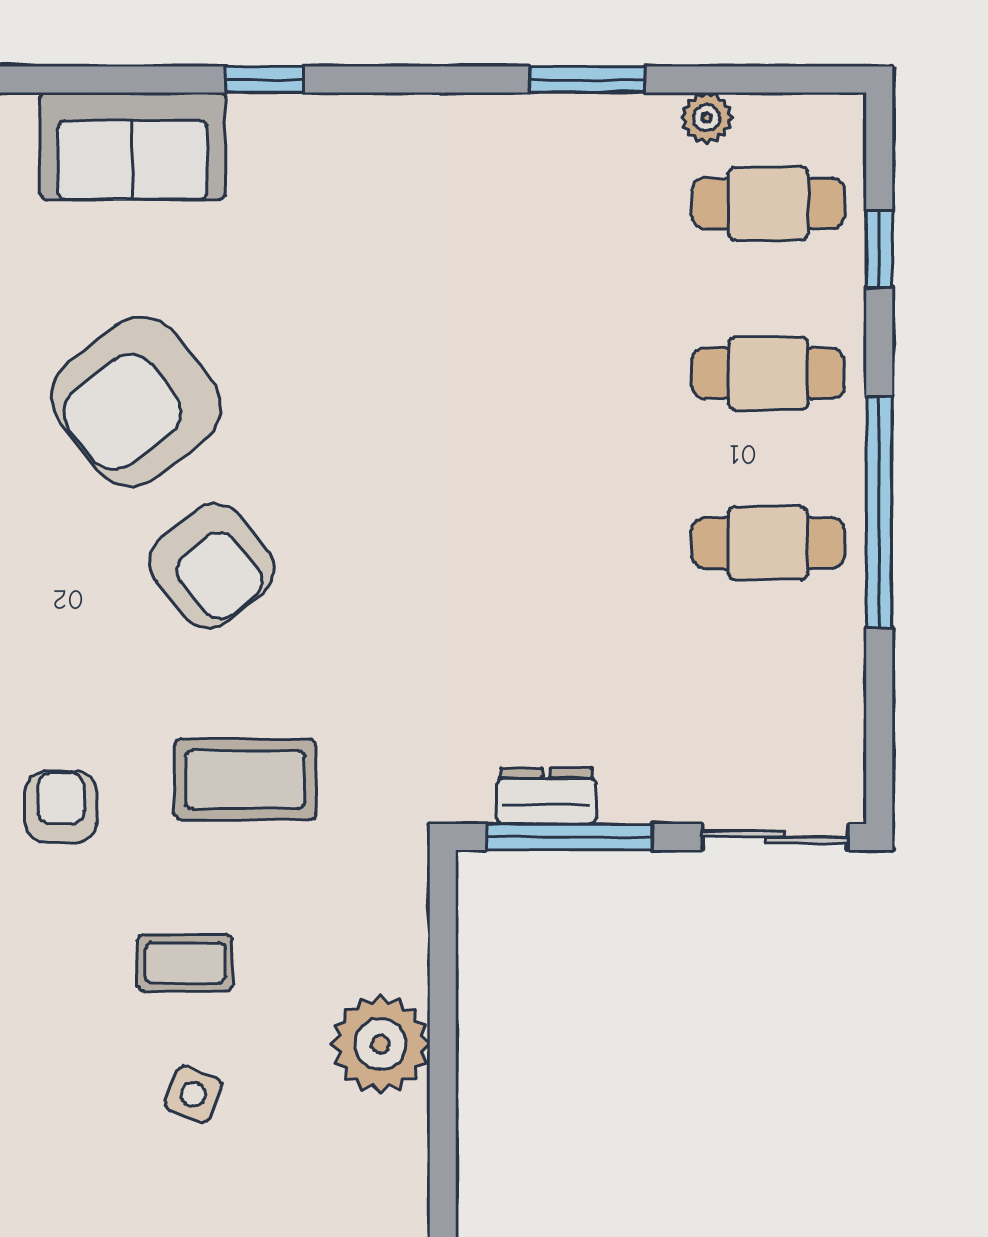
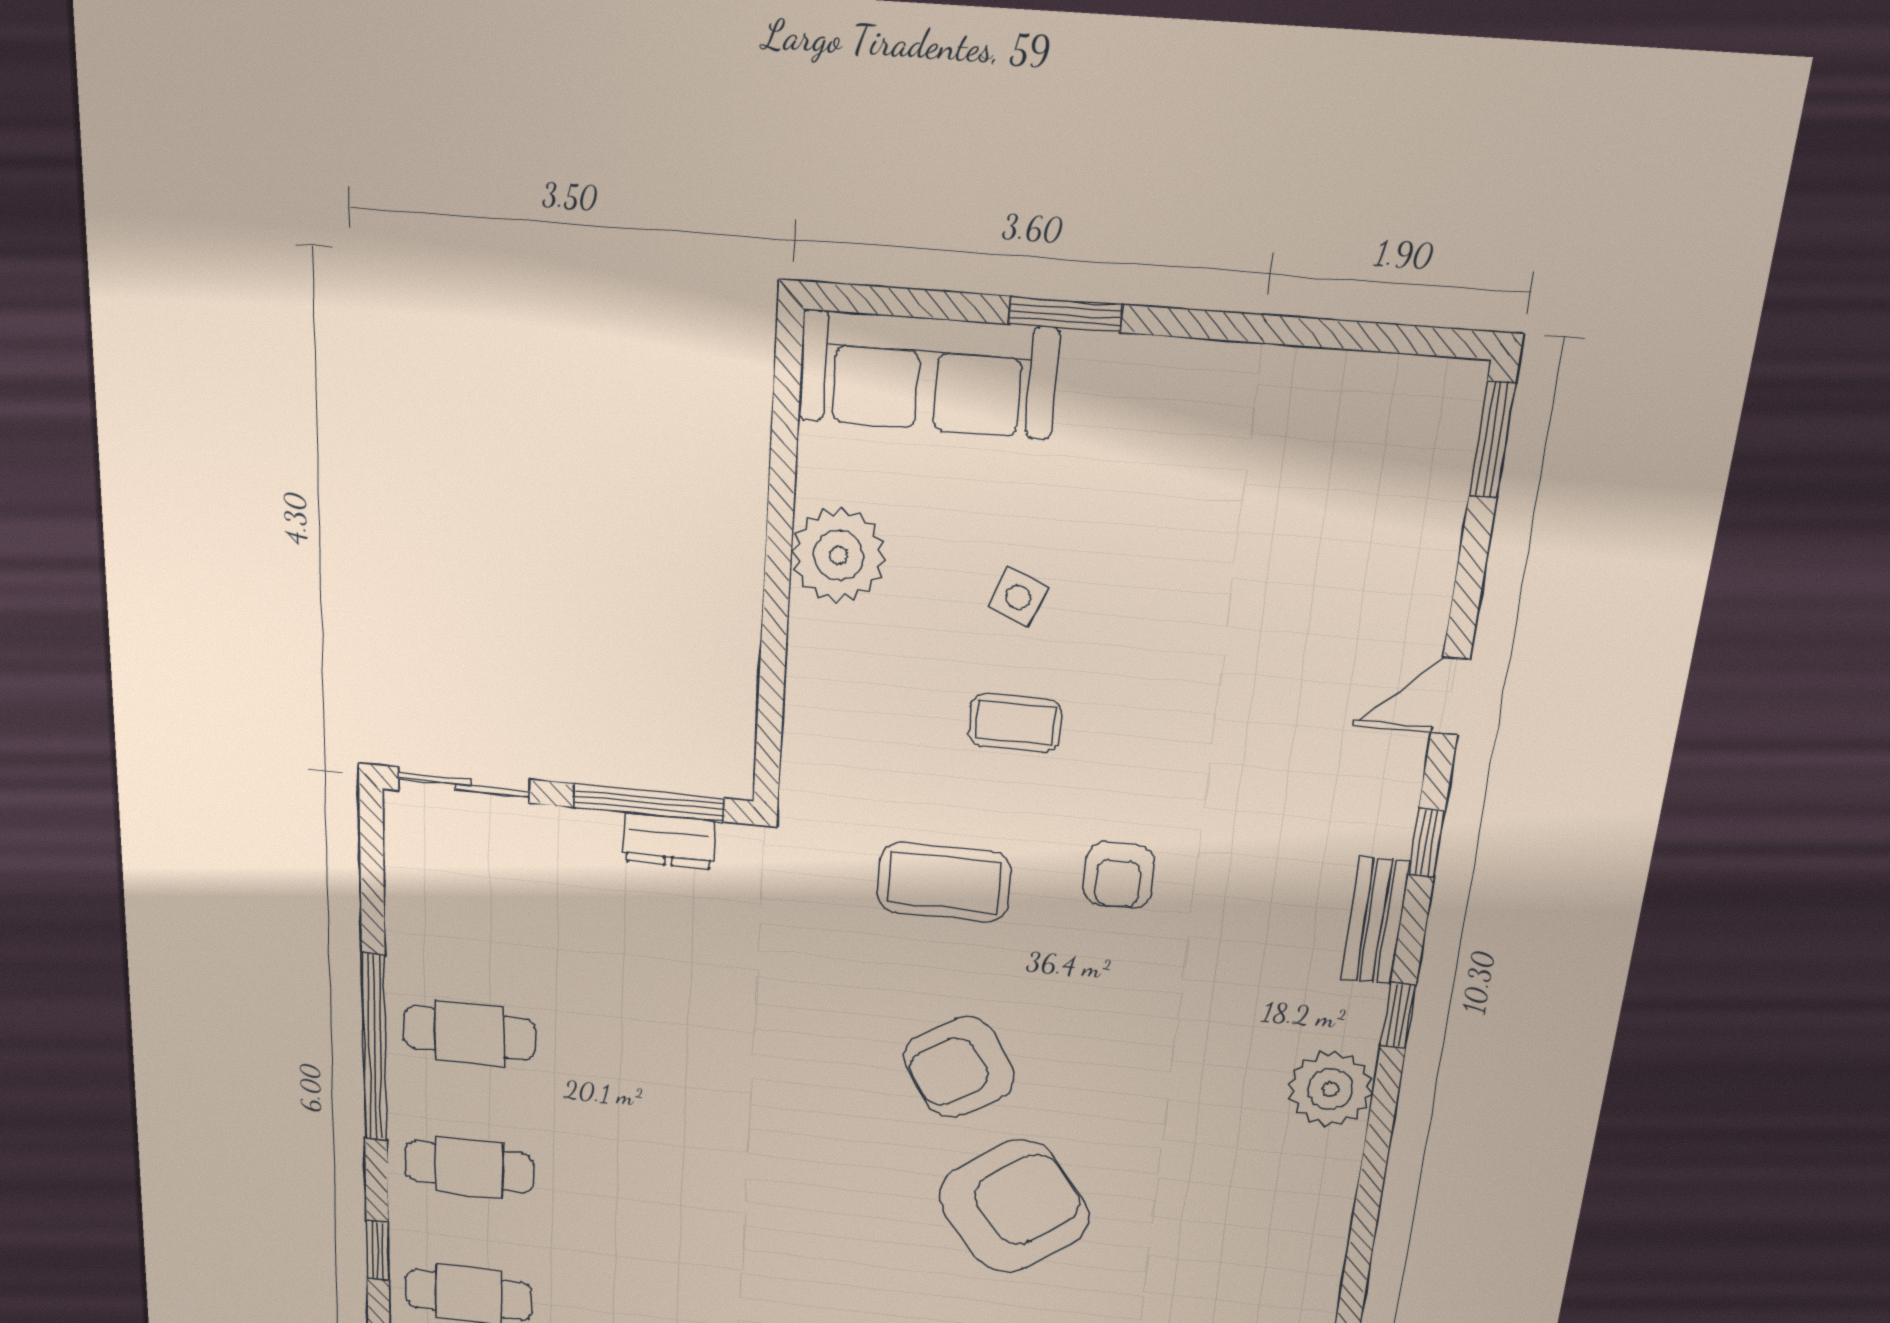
armchair: (212, 566) -> (959, 1067), turned -83
plant: (381, 1044) -> (838, 555), moved

